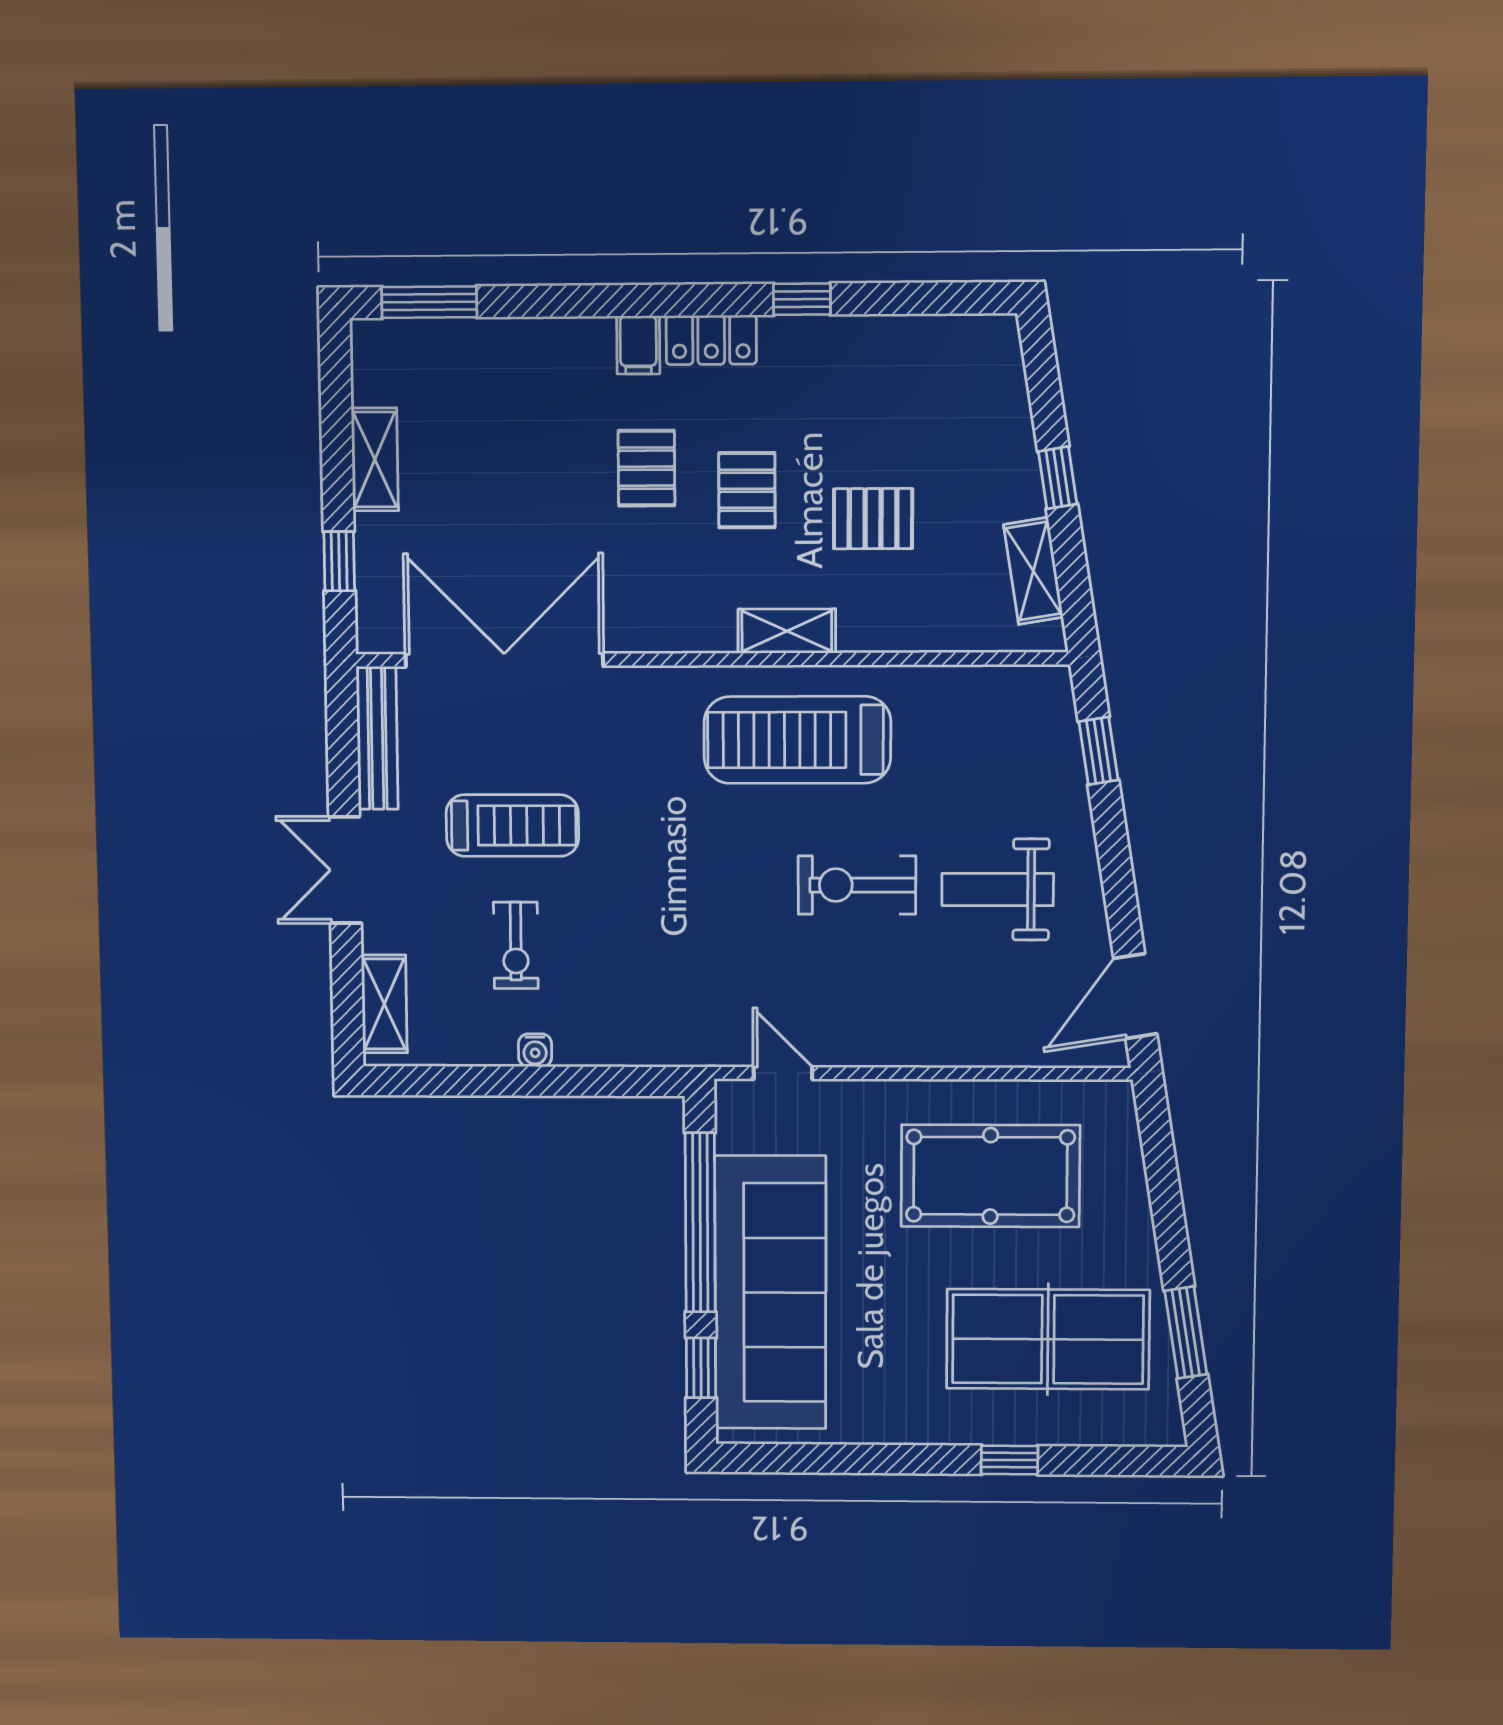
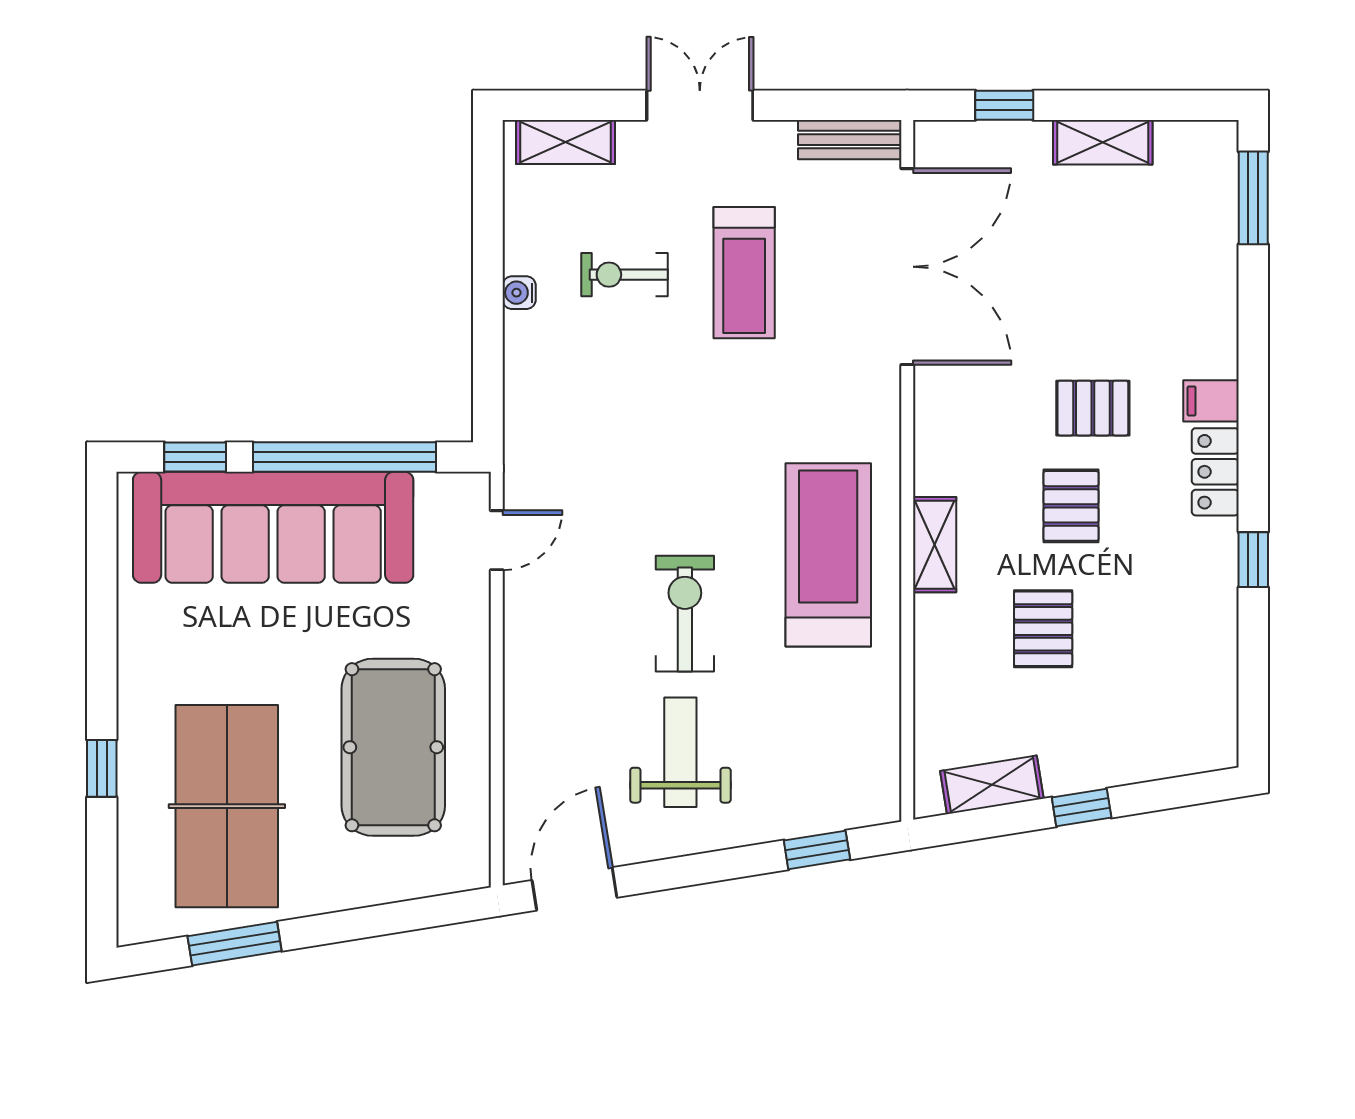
pallet: (747, 490) -> (1071, 506), turned 90
bench: (377, 738) -> (850, 140), width x0.73
door: (1135, 996) -> (575, 889), hinge flipped

